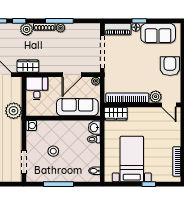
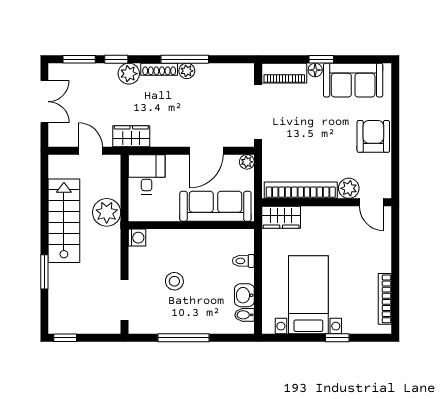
washbasin: (94, 128) -> (244, 295), moved

